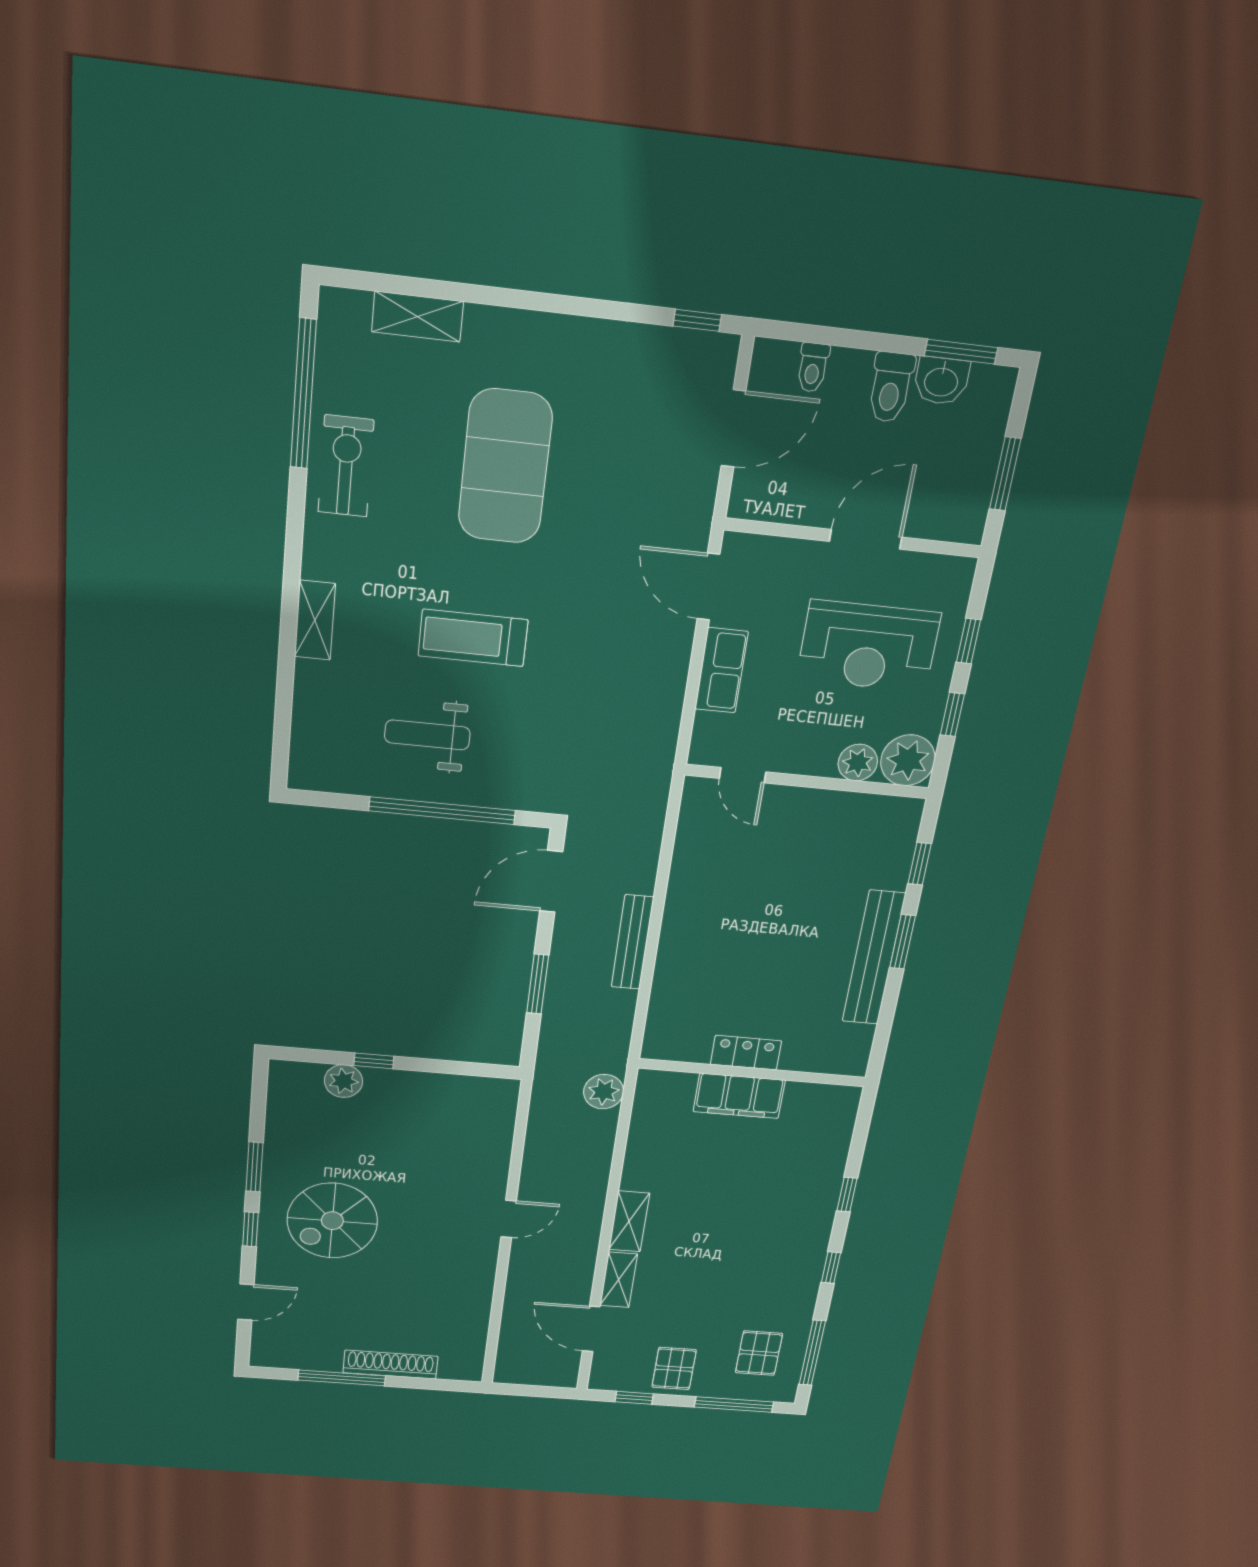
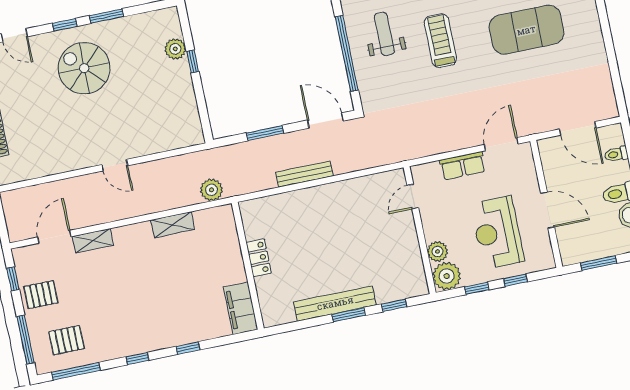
window: (697, 320) -> (619, 94), removed
filing cabinet: (739, 1096) -> (241, 308), moved
shelving: (629, 1221) -> (173, 225), moved

